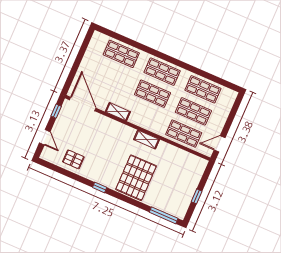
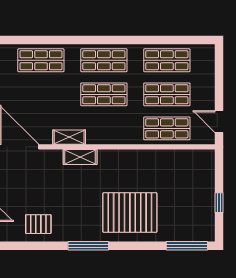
shelving: (147, 139) -> (80, 157), moved
door: (220, 144) -> (219, 122), hinge flipped
pallet: (136, 178) -> (130, 213), turned 90
window: (100, 187) -> (88, 246), width x2.17

